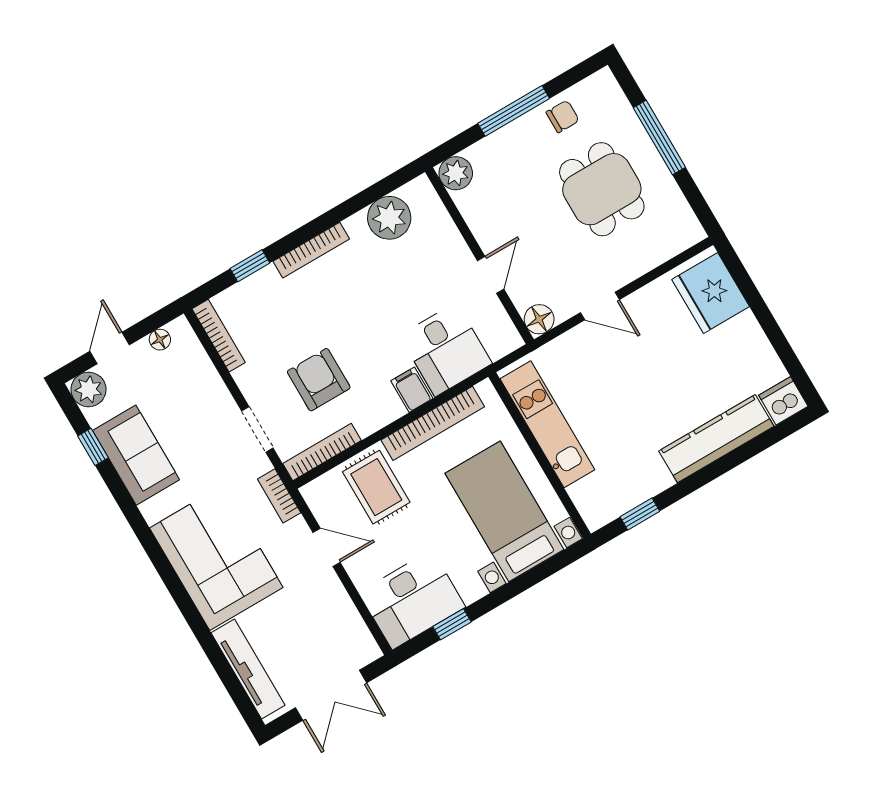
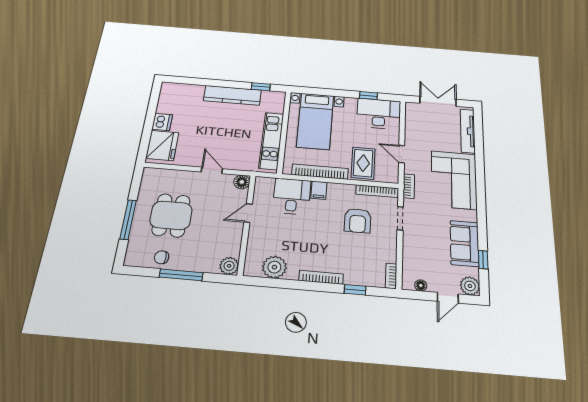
bookcase: (219, 336) -> (391, 276), width x0.64
dishwasher: (783, 401) -> (162, 122), moved, turned -90
kitchen counter: (716, 439) -> (232, 95), moved

